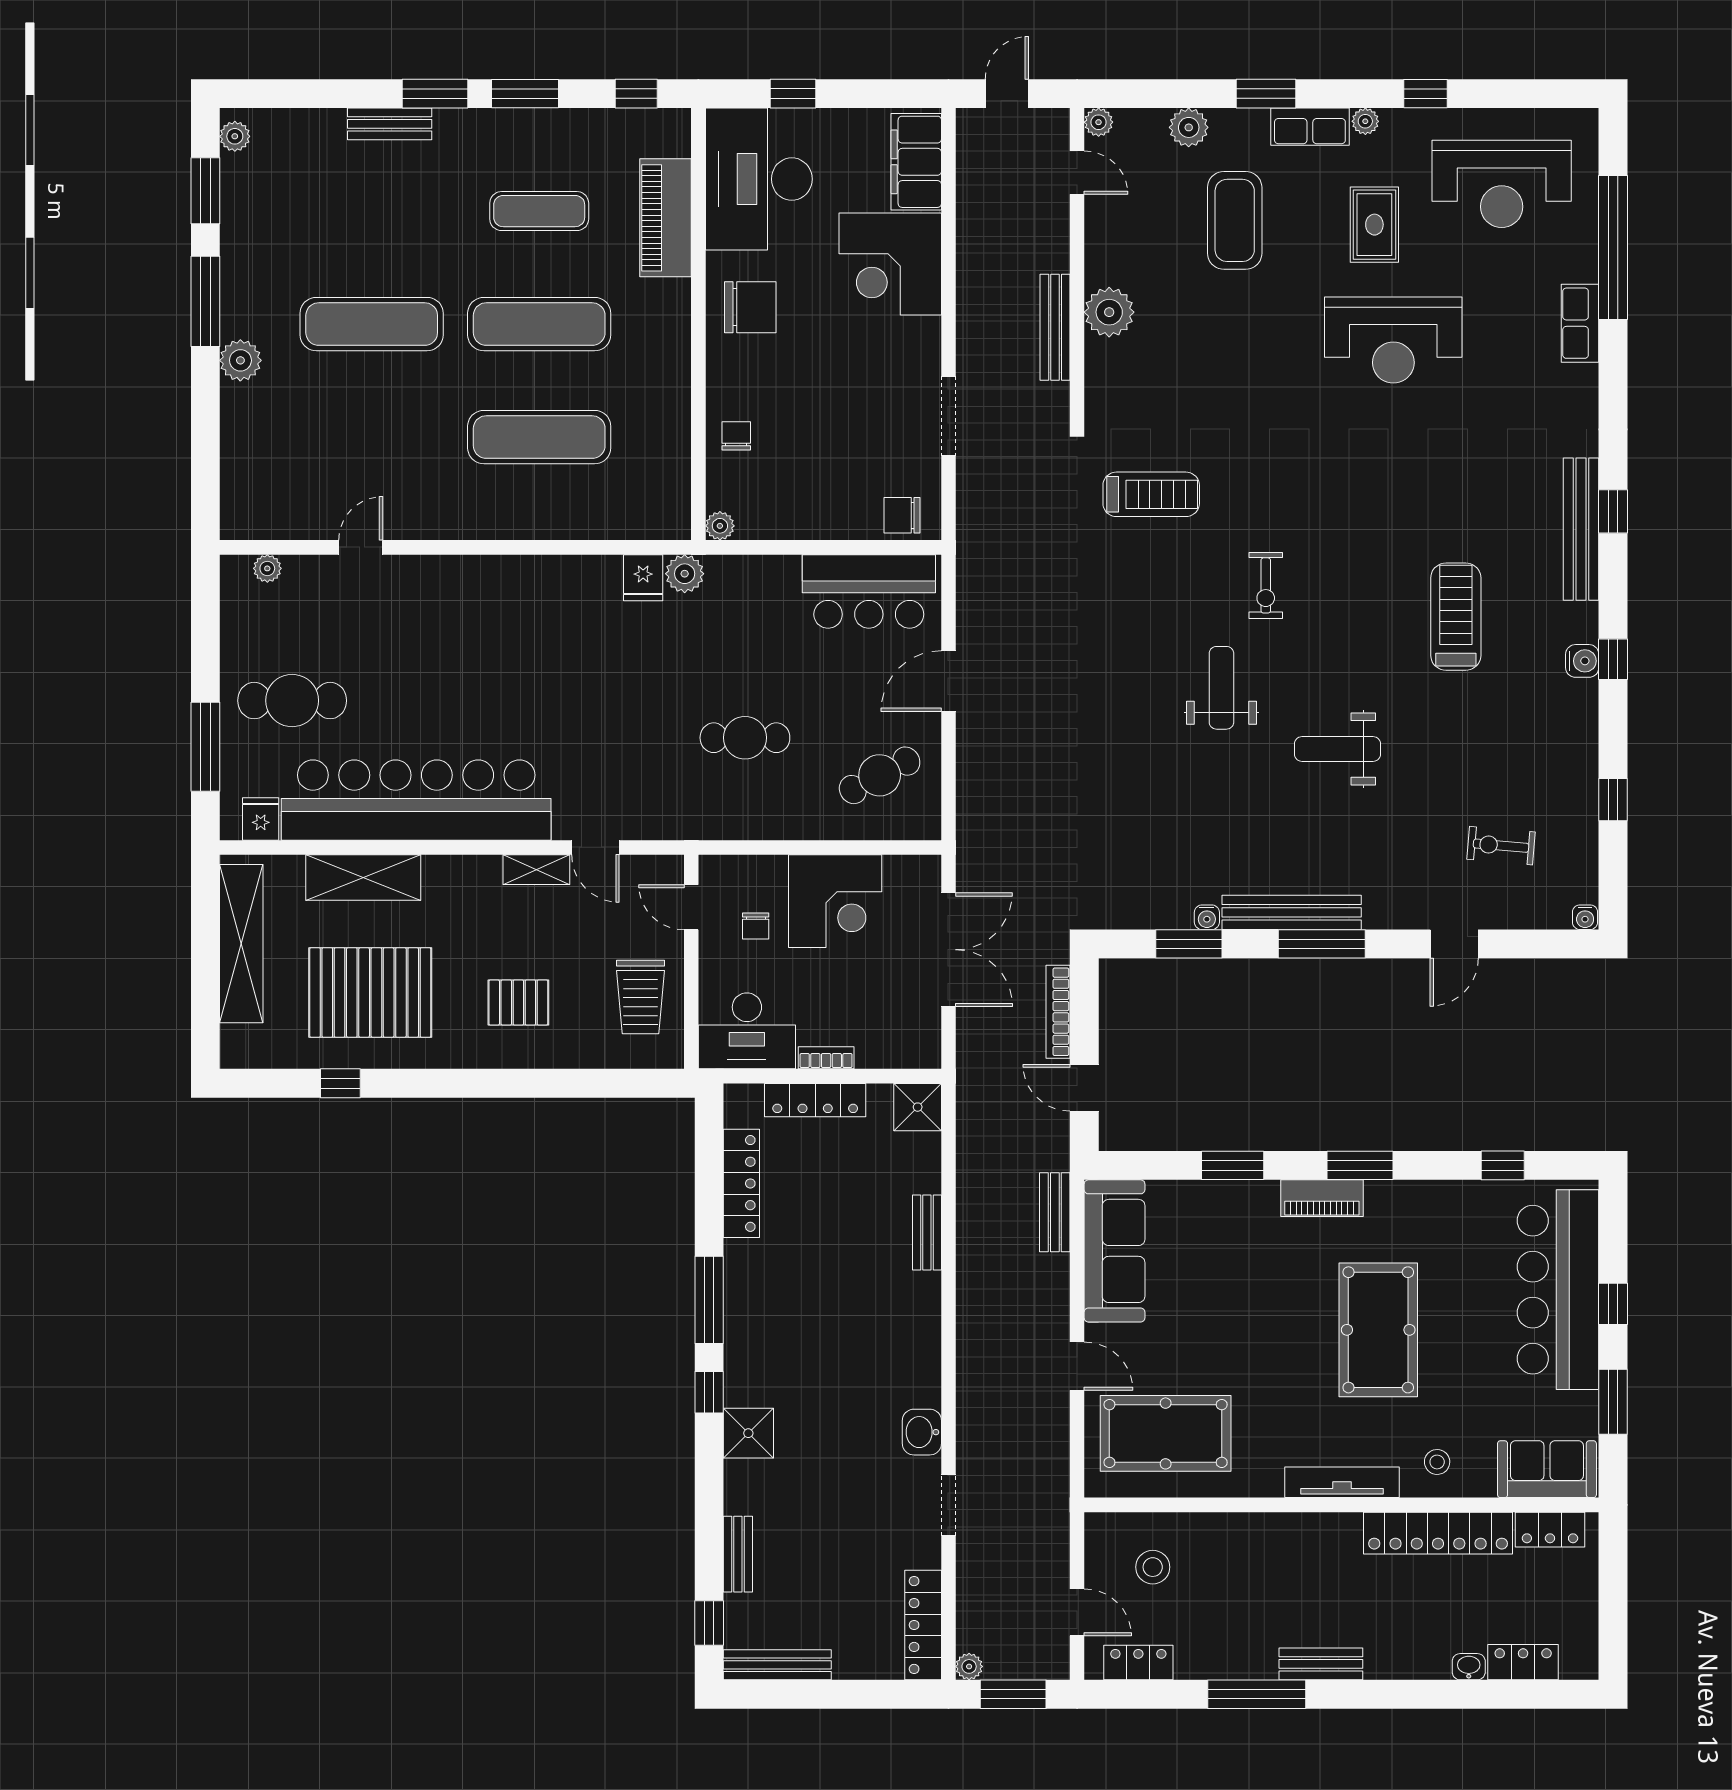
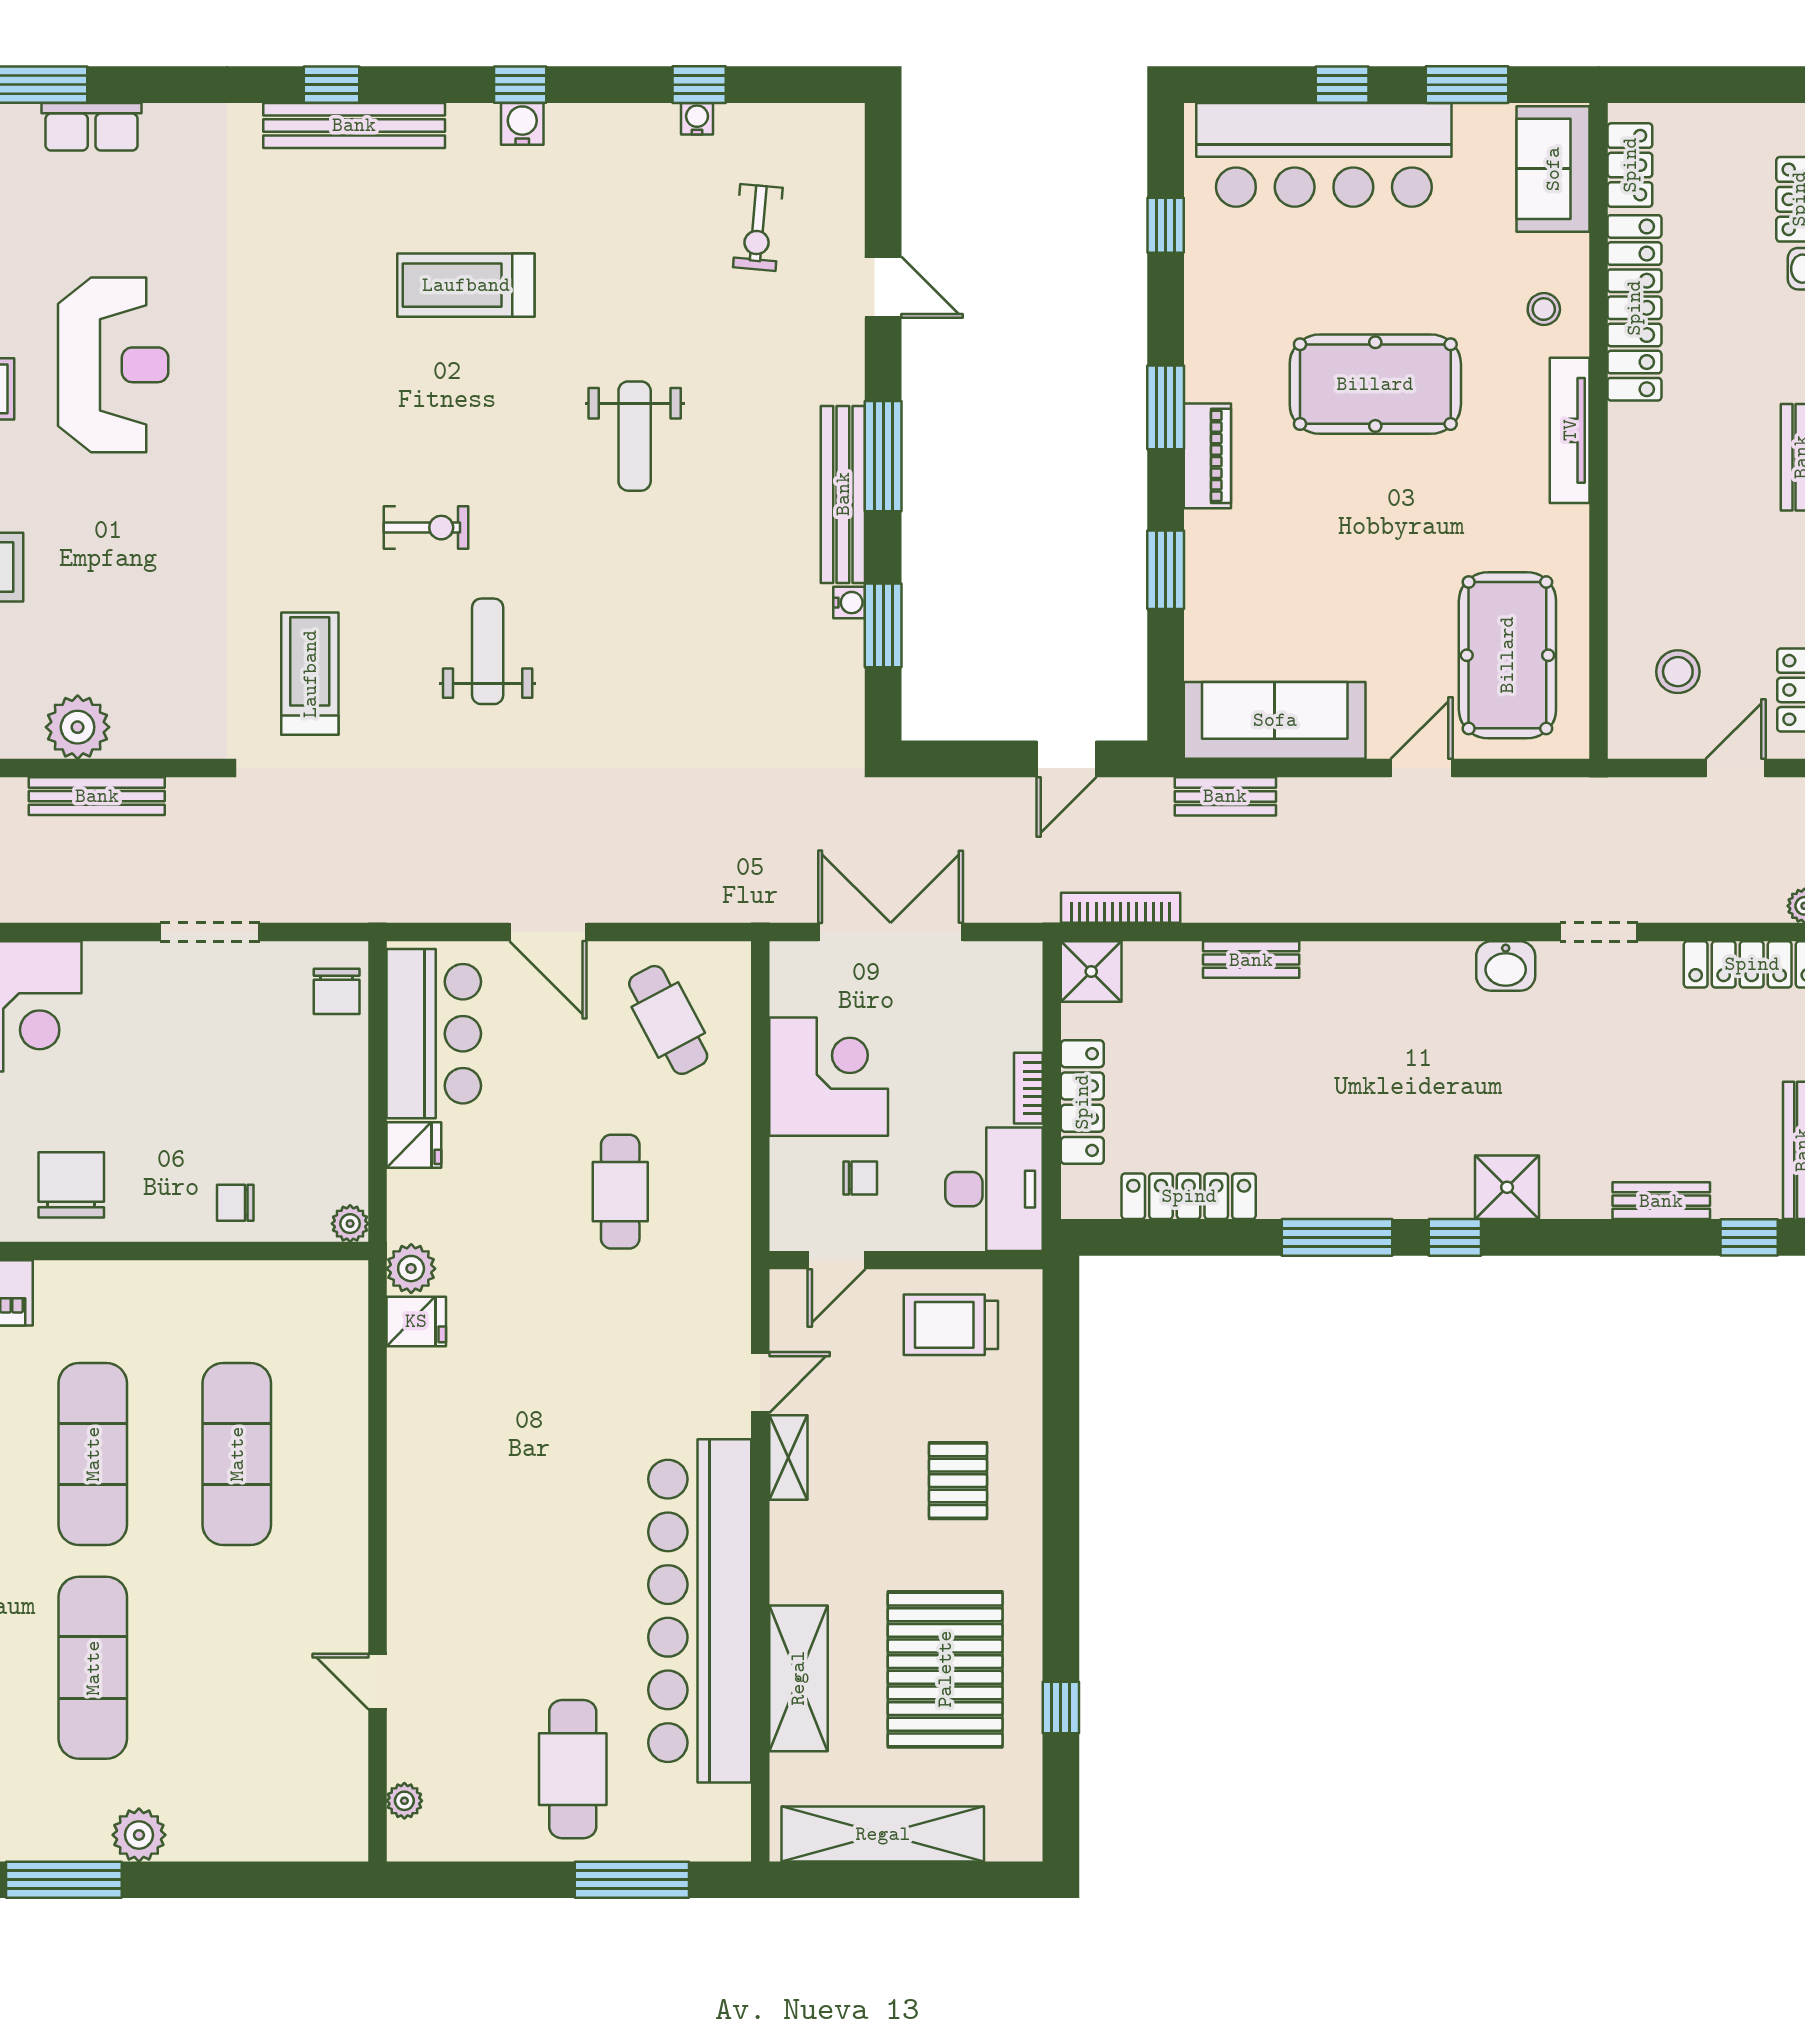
weight bench: (1221, 688) -> (488, 651), moved, turned 90
fridge: (261, 819) -> (414, 1145), moved, turned 180
water cooler: (1585, 917) -> (697, 119), moved, turned -90
trolley: (641, 997) -> (951, 1325), turned 180
bookcase: (1058, 1012) -> (1121, 908), moved, turned 180

